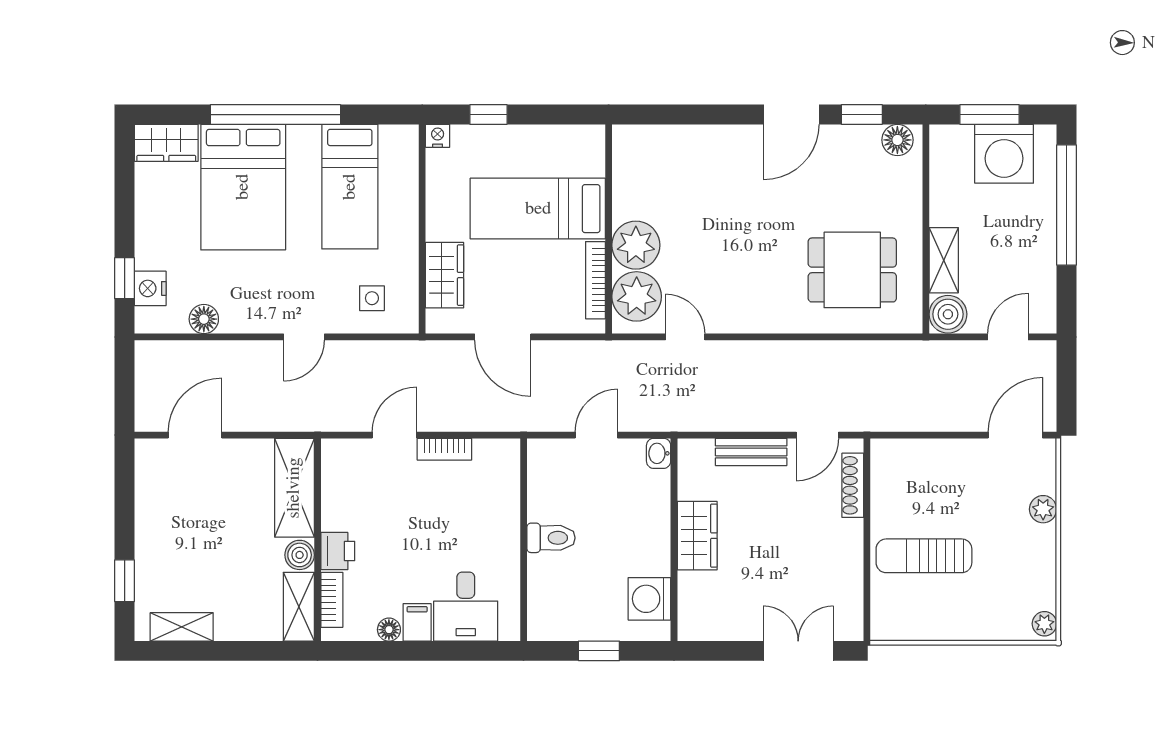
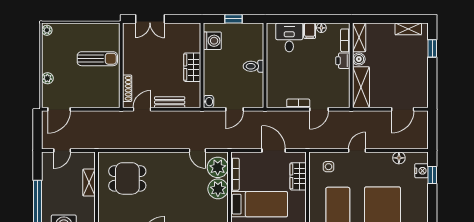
boiler: (948, 314) -> (87, 160), removed

